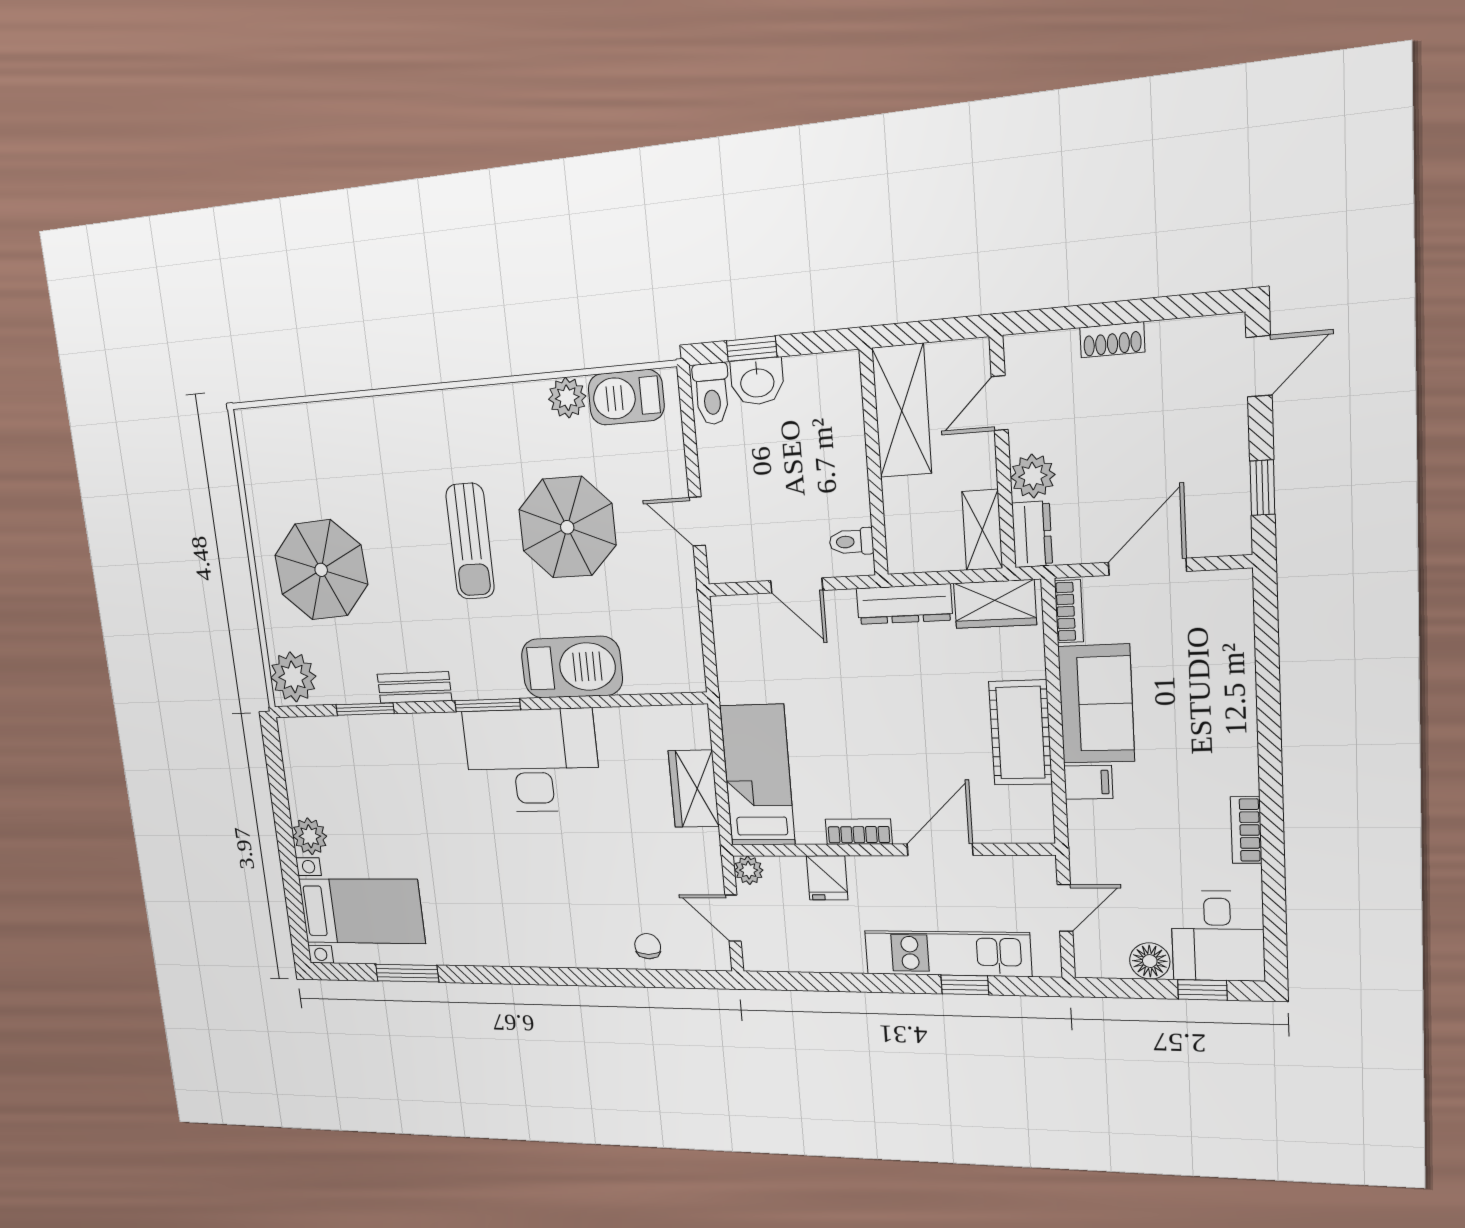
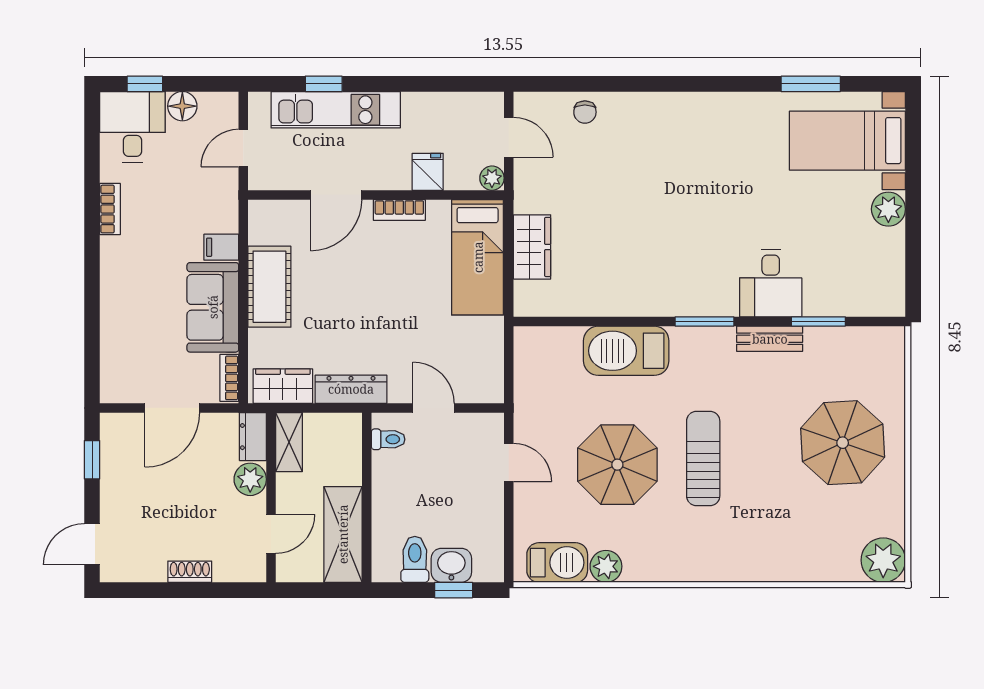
toilet: (712, 394) -> (415, 559), moved
plant: (293, 677) -> (883, 560), moved
desk: (532, 761) -> (771, 283), moved, width x0.53, depth x0.77

